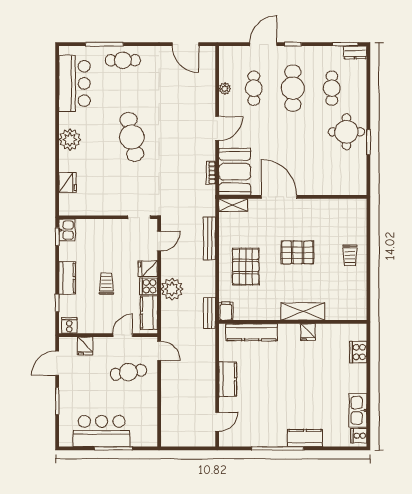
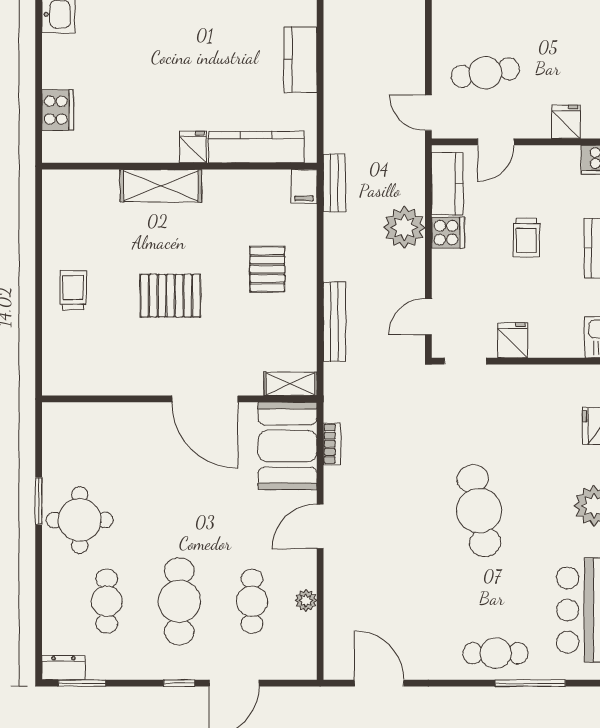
pallet: (246, 267) -> (267, 269), width x0.67, depth x0.71
fridge: (148, 269) -> (513, 340), moved, turned -90
fridge: (308, 332) -> (193, 147), moved

